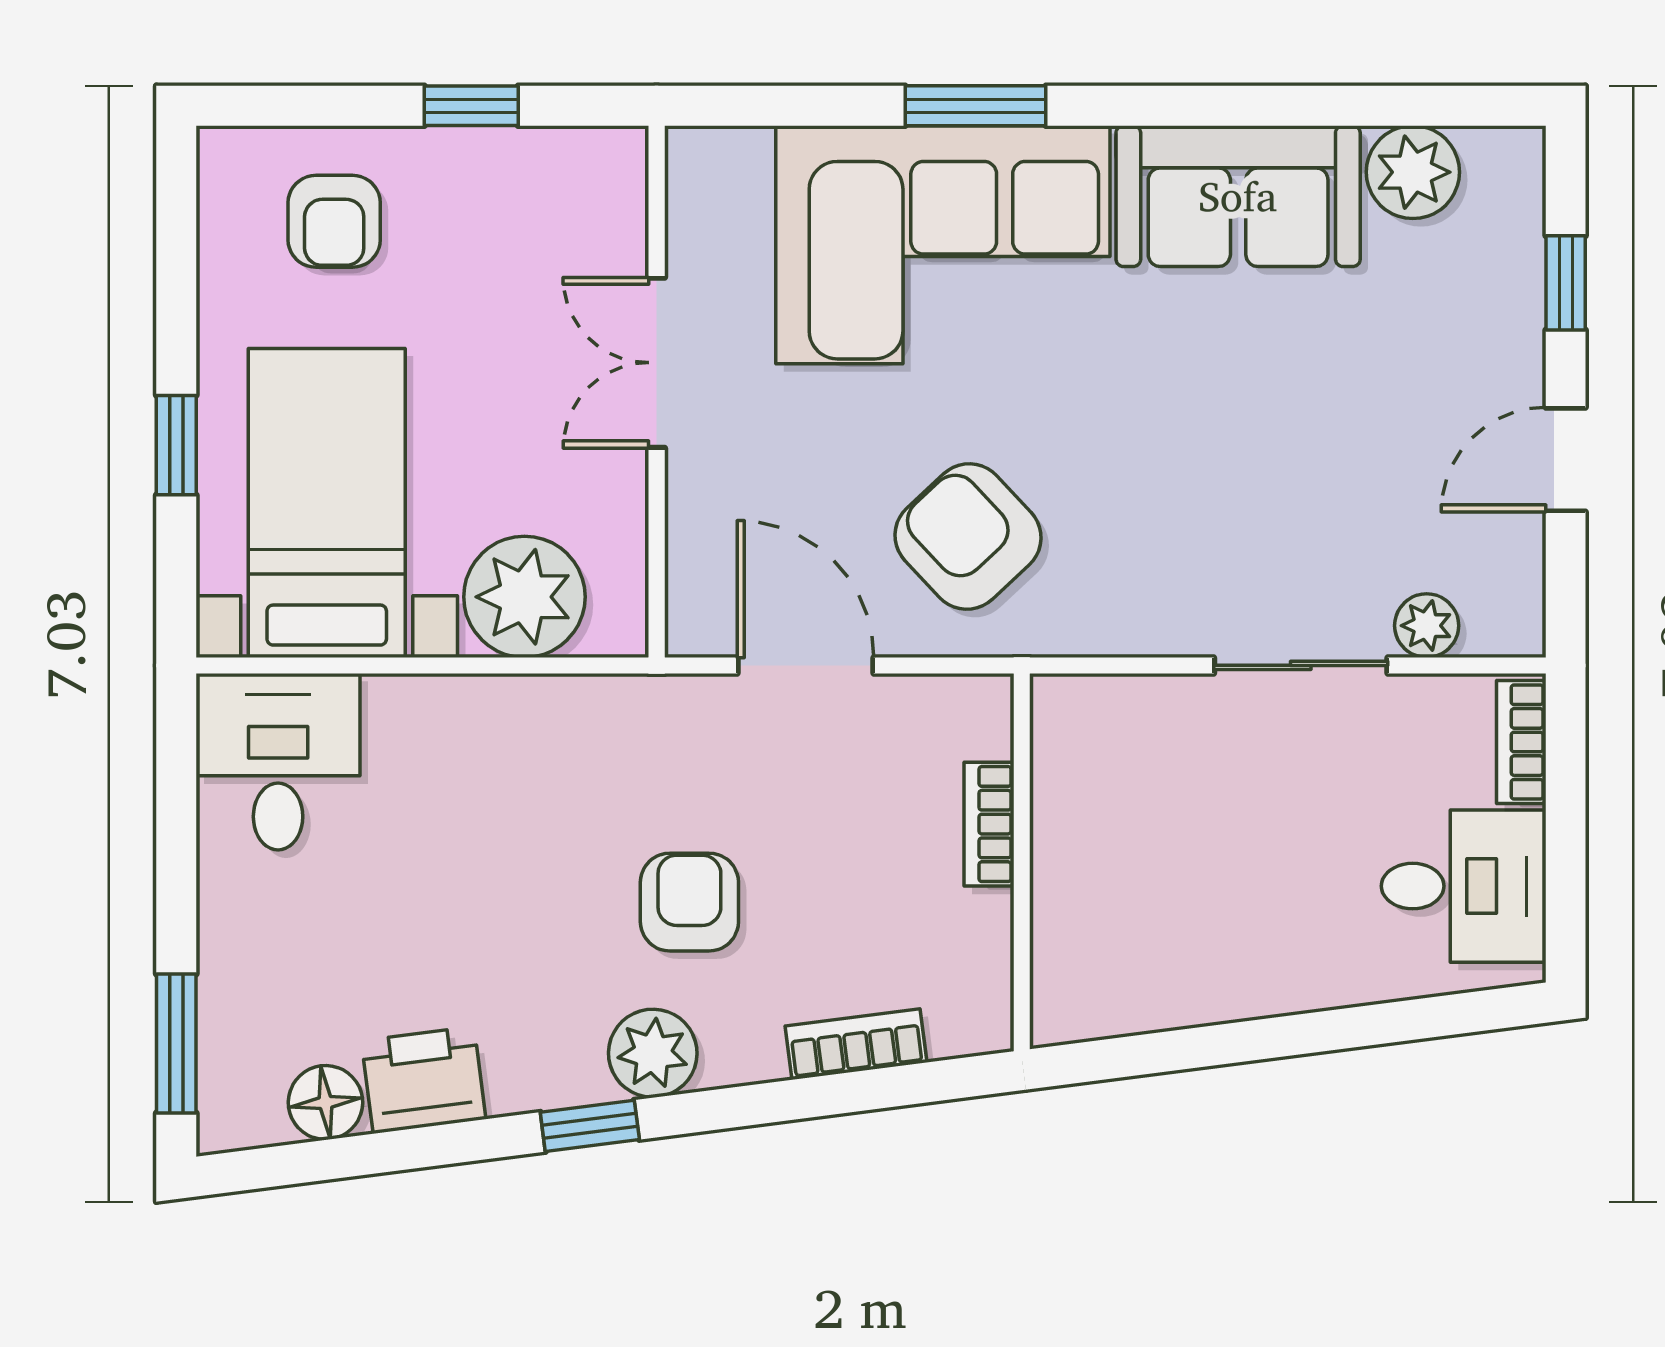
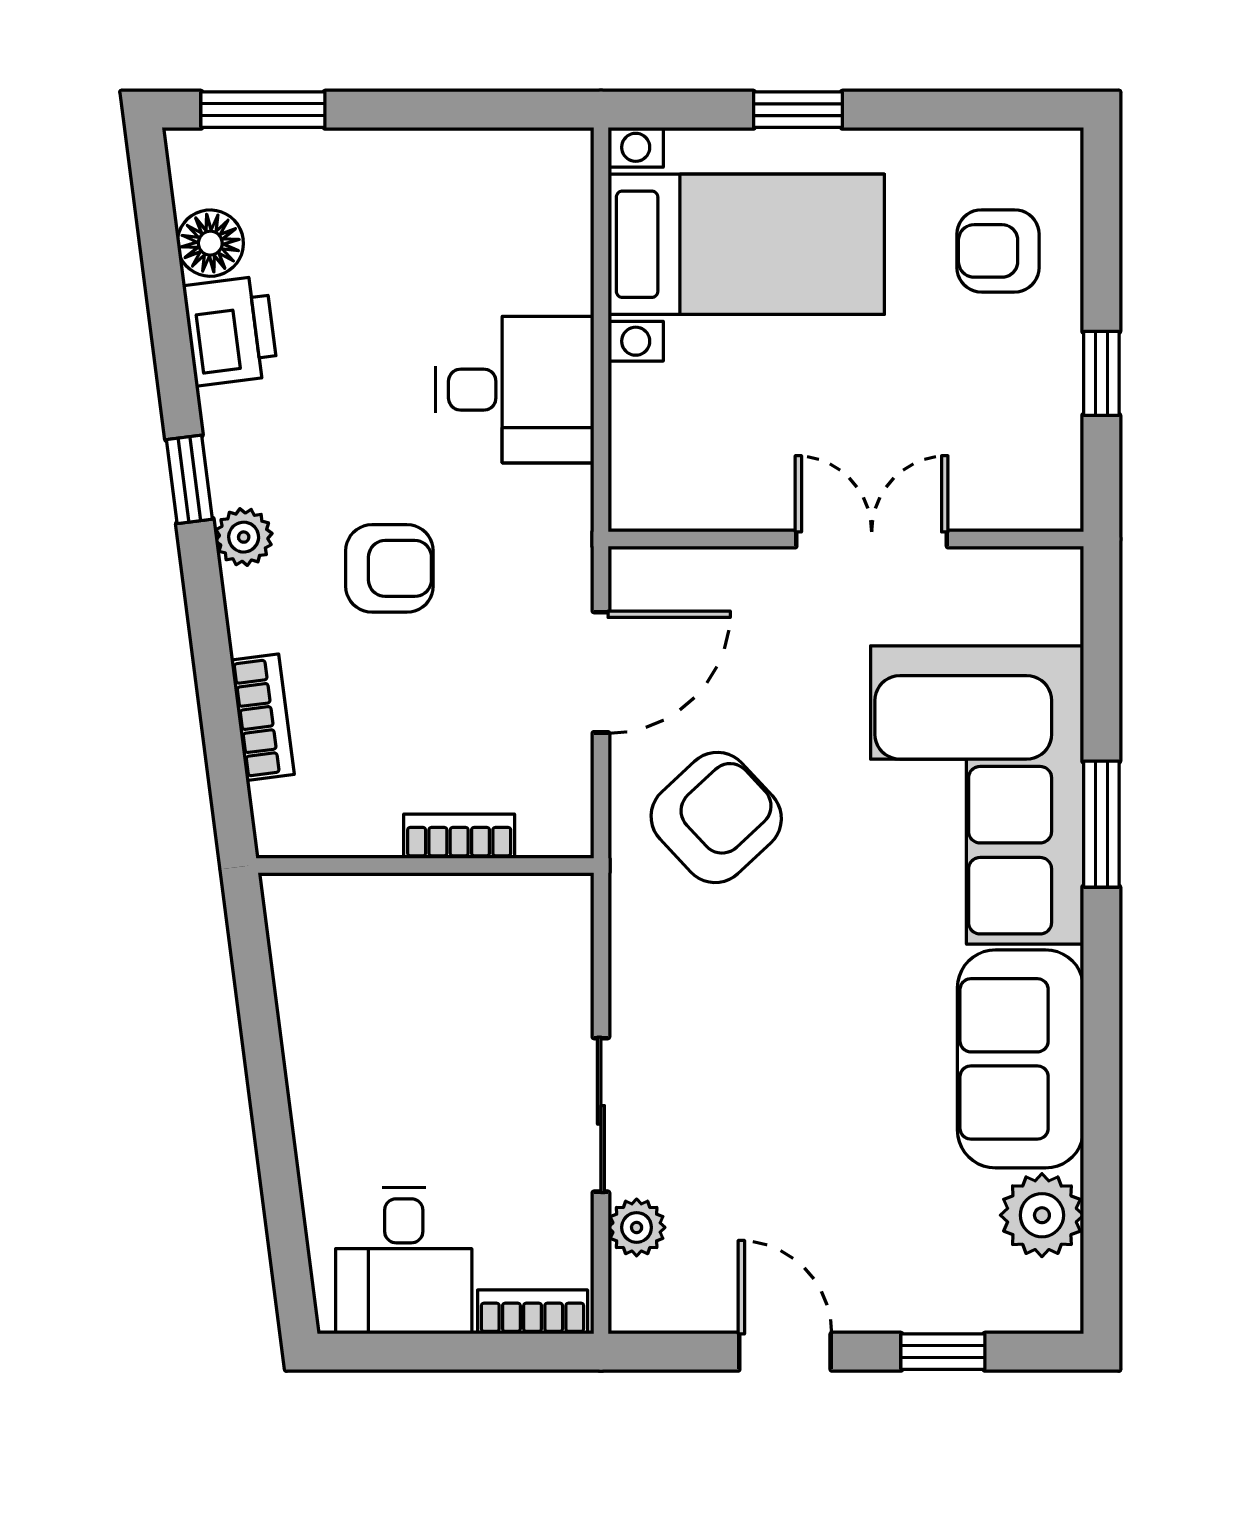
plant: (524, 597) -> (662, 421), removed
desk: (278, 762) -> (515, 390), moved
plant: (653, 1053) -> (244, 537), width x0.73, depth x0.73

